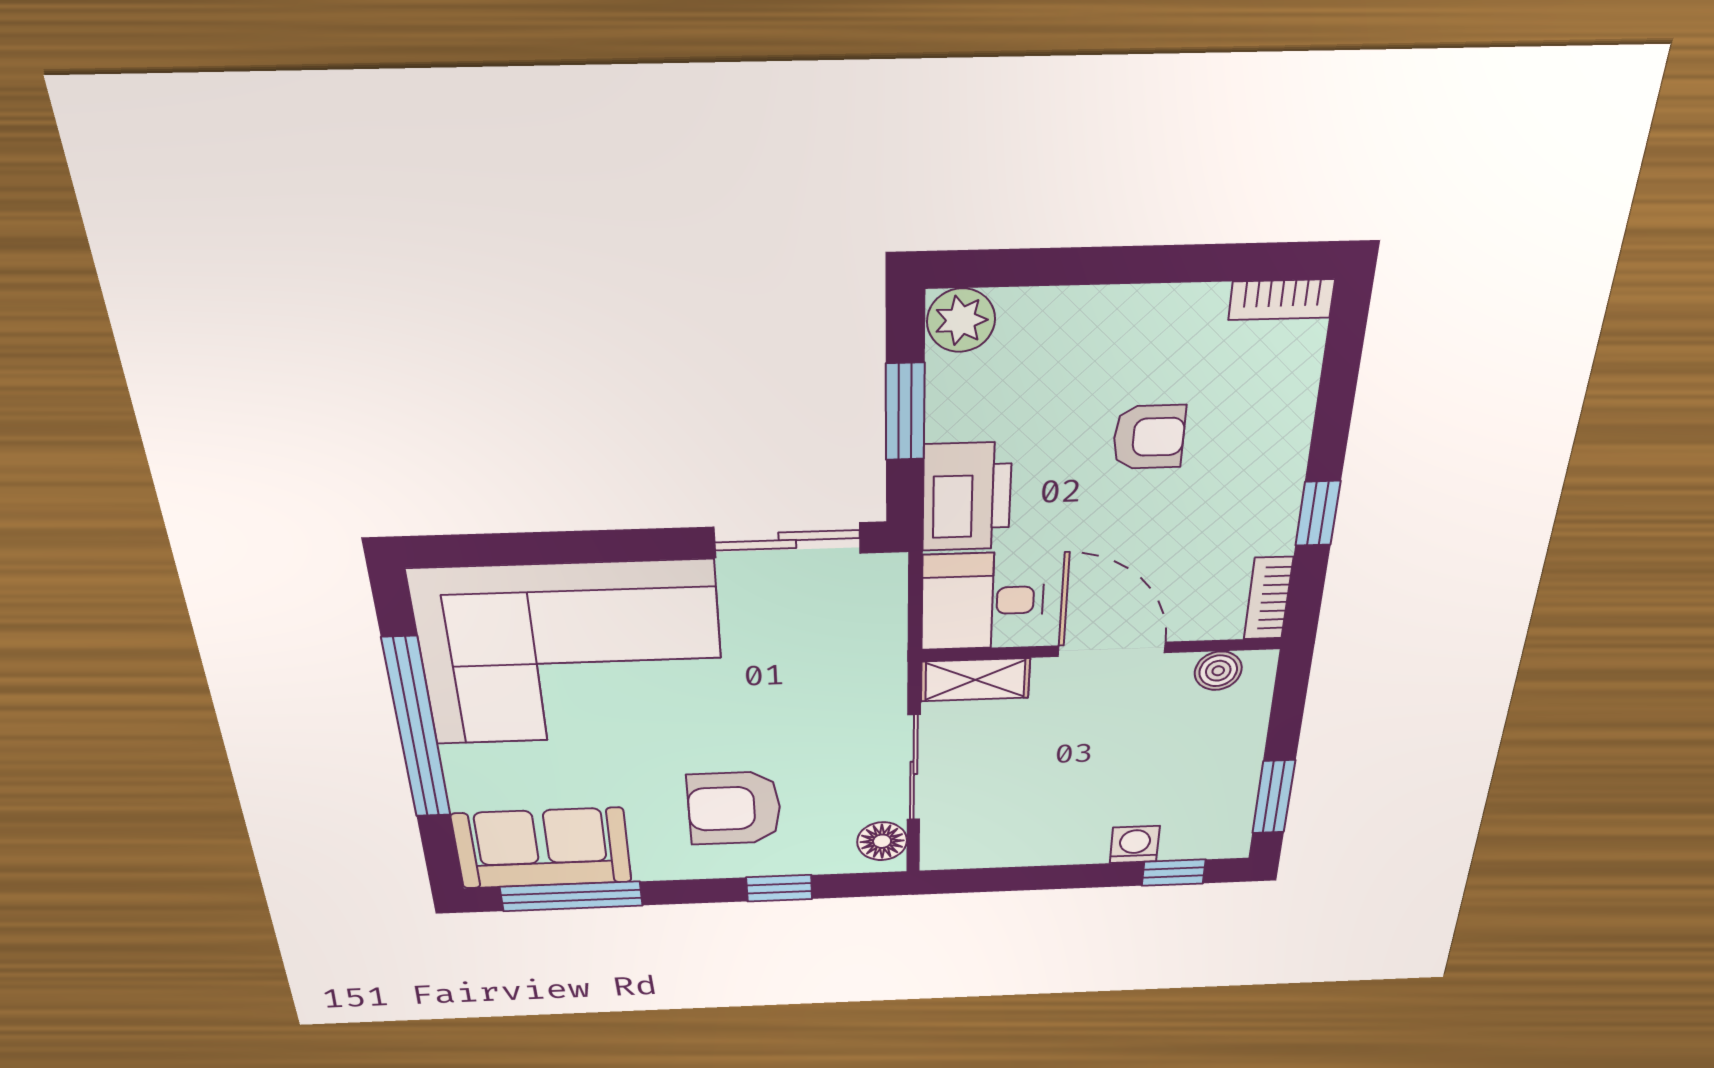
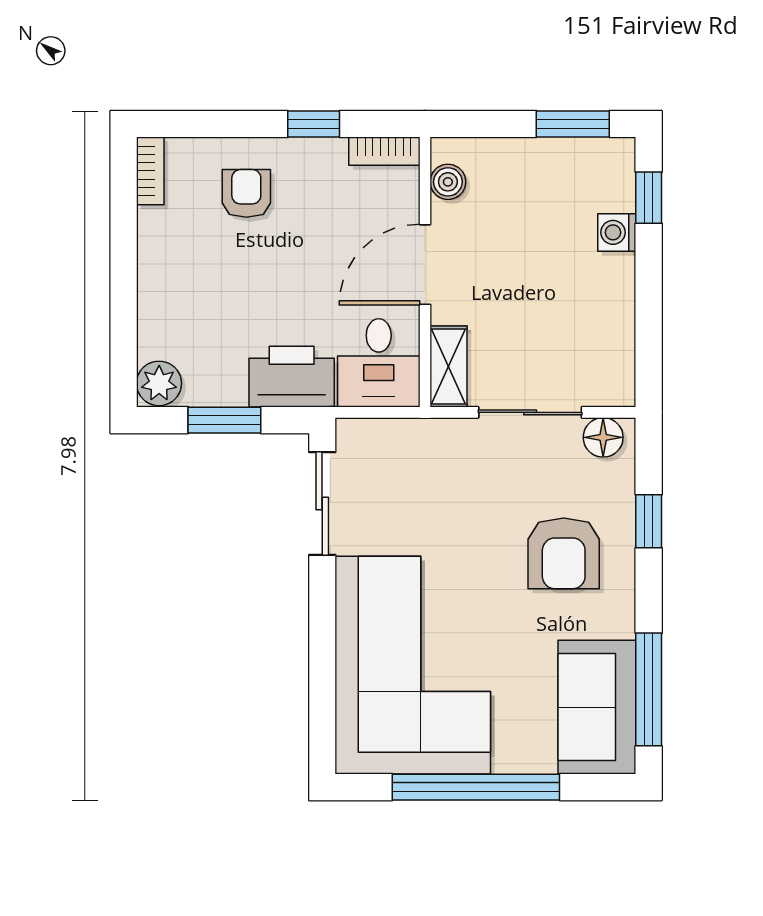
armchair: (1149, 437) -> (246, 193), moved

